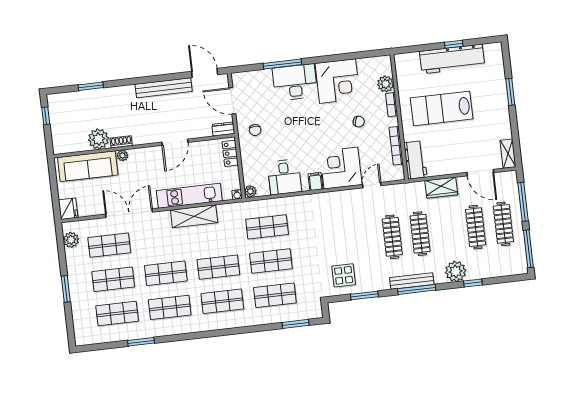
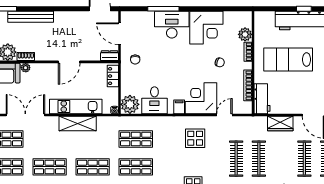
bench: (164, 88) -> (31, 17), moved
plant: (250, 191) -> (130, 104), width x1.88, depth x1.88
display table: (339, 218) -> (195, 138), added

